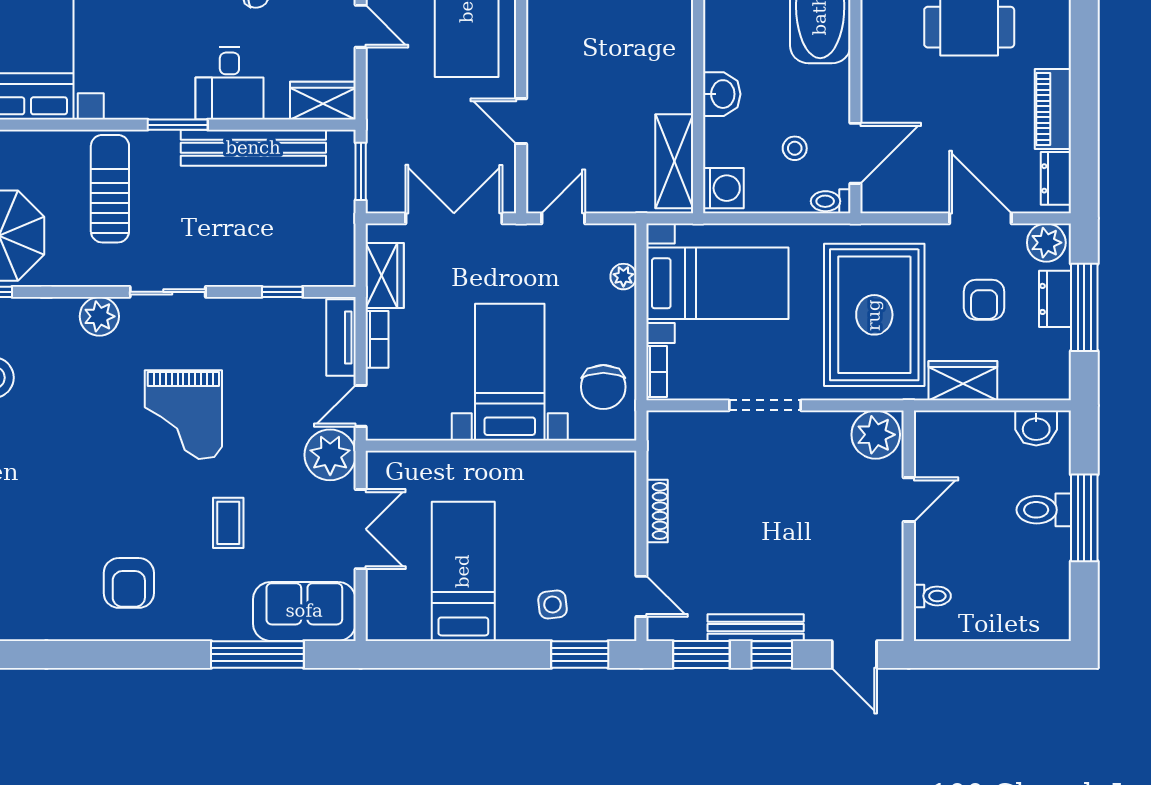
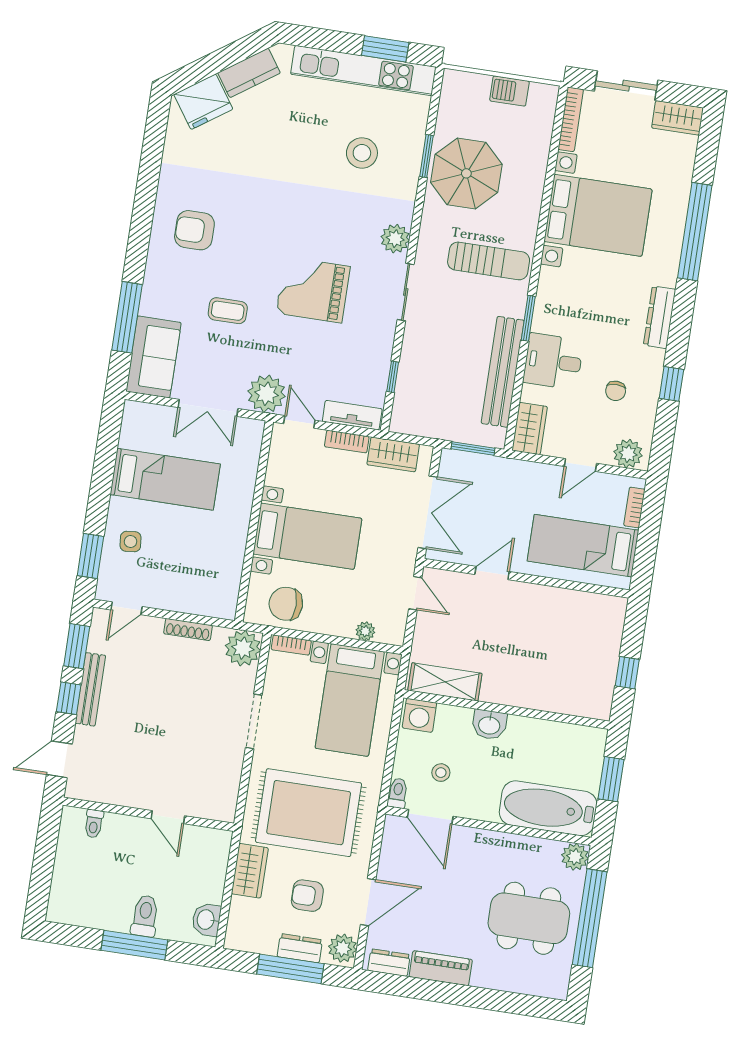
plant: (876, 435) -> (243, 648), moved

